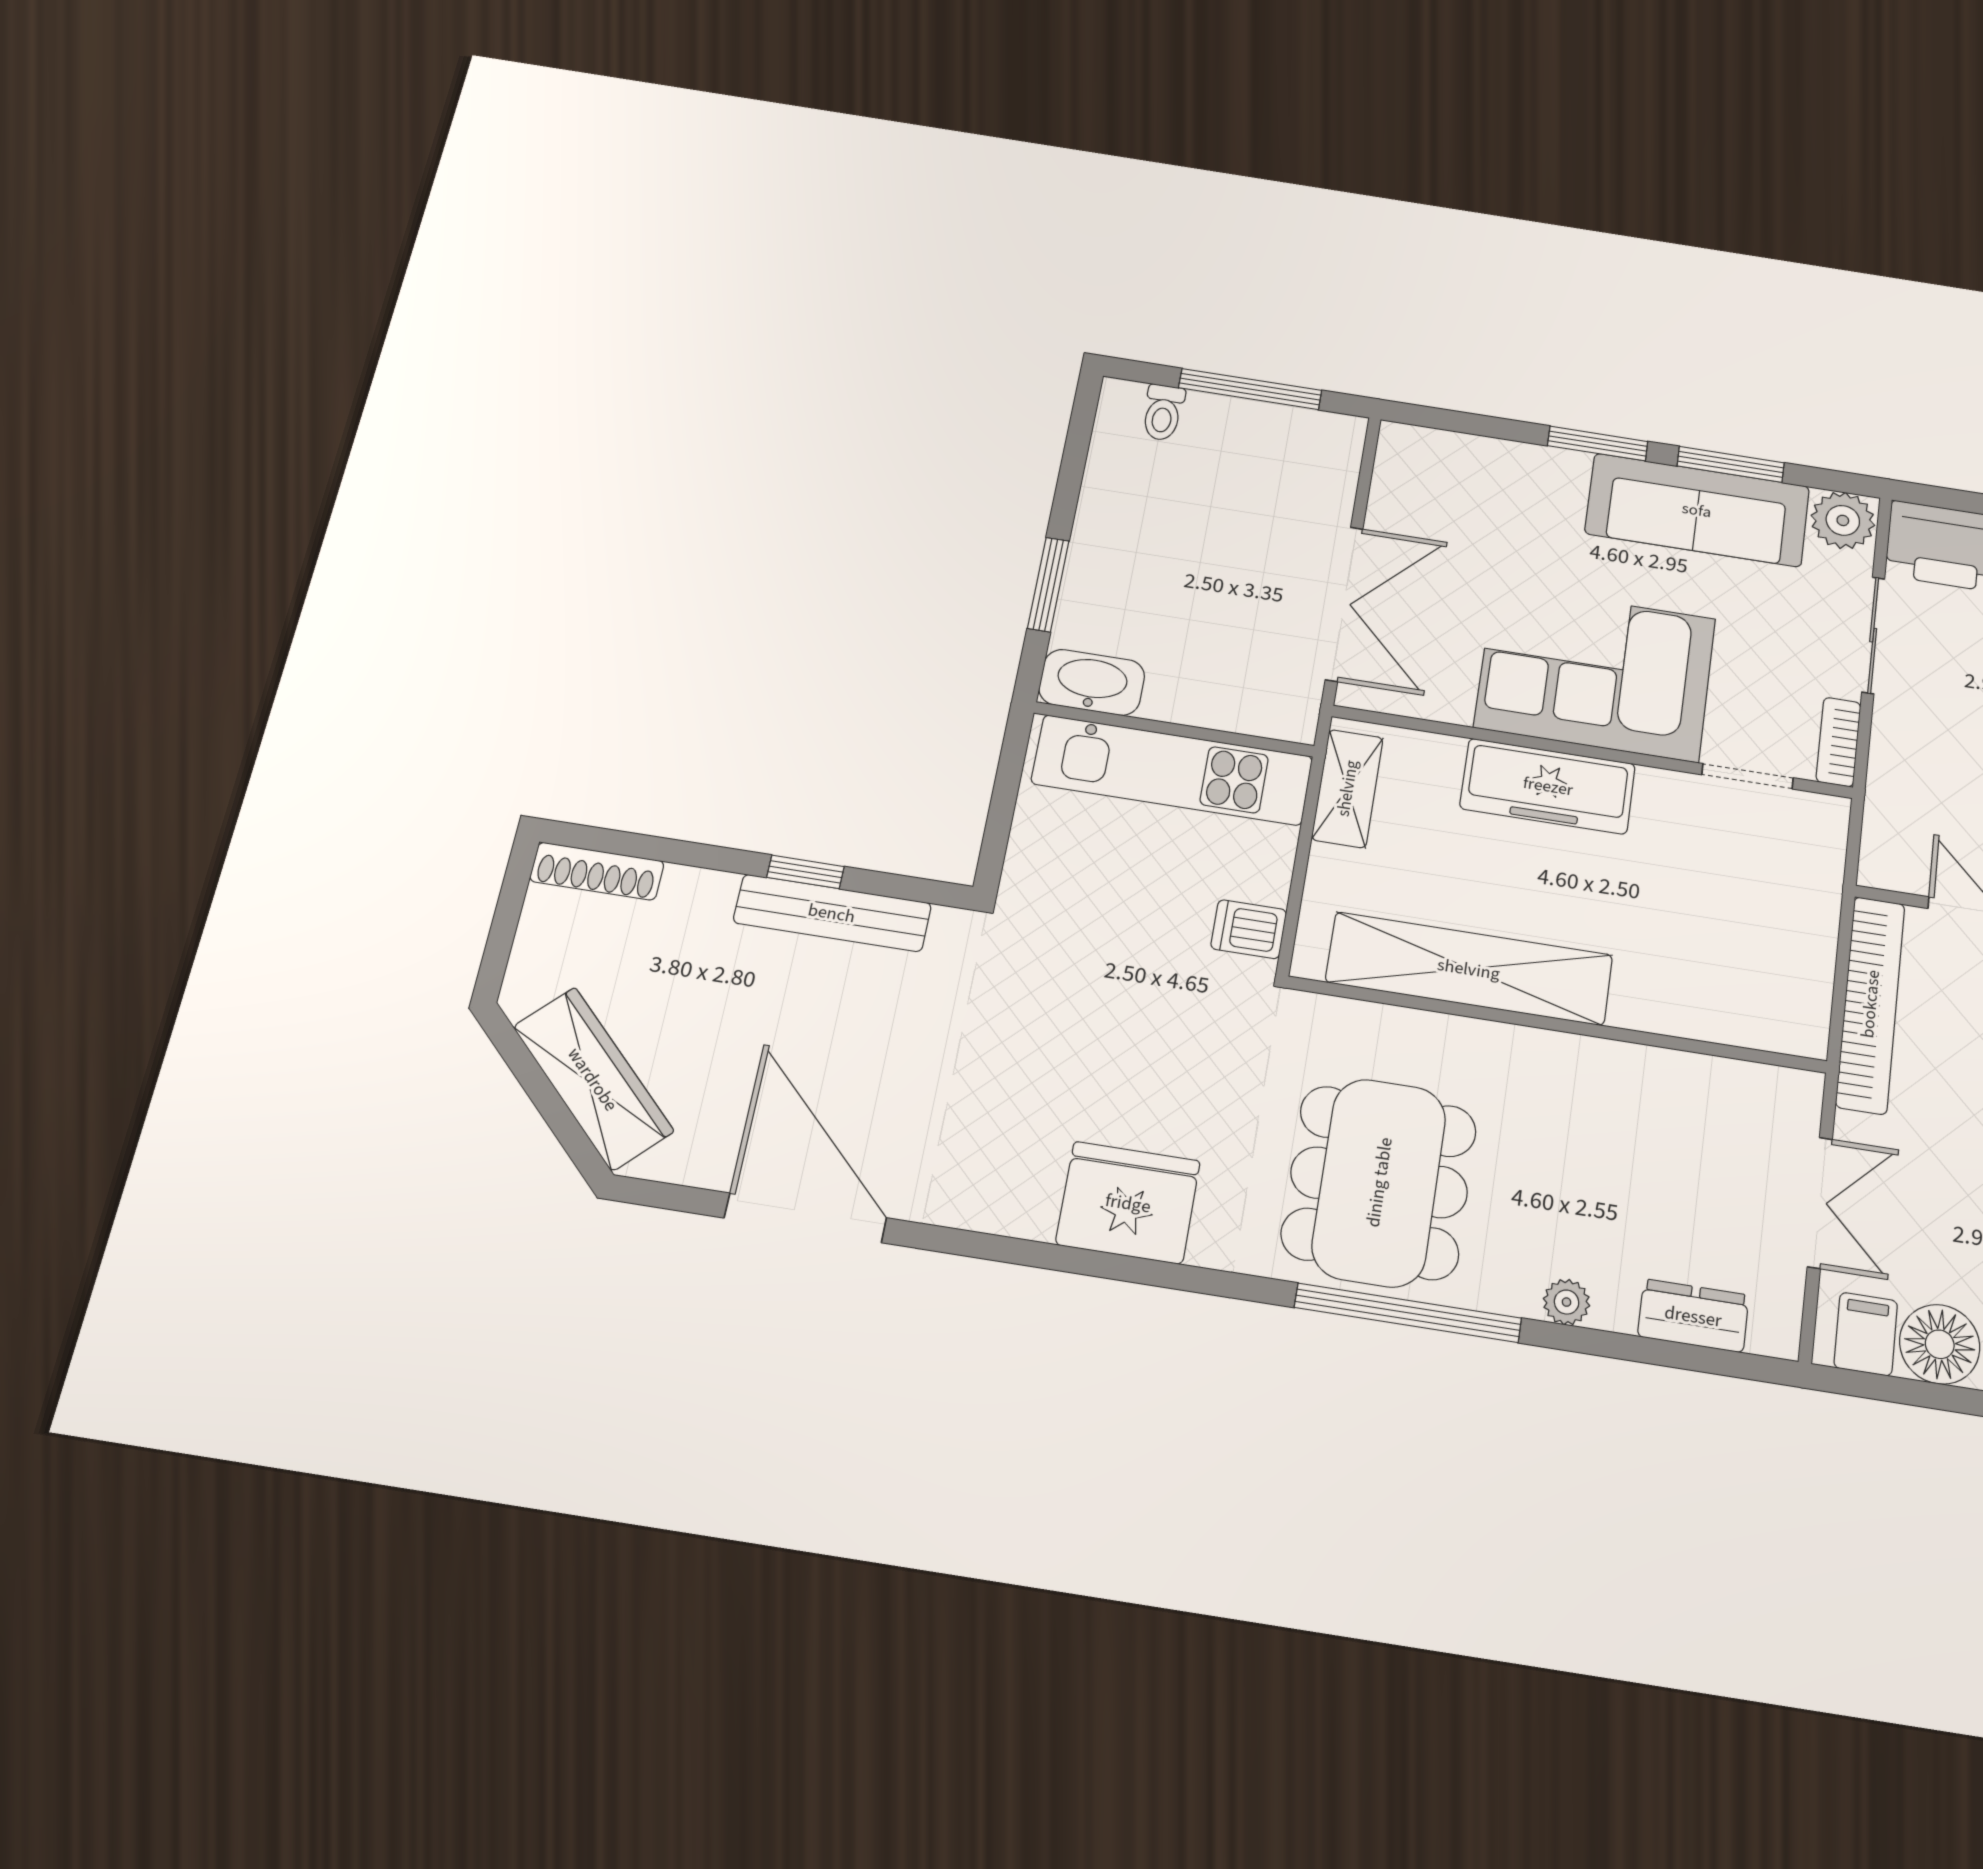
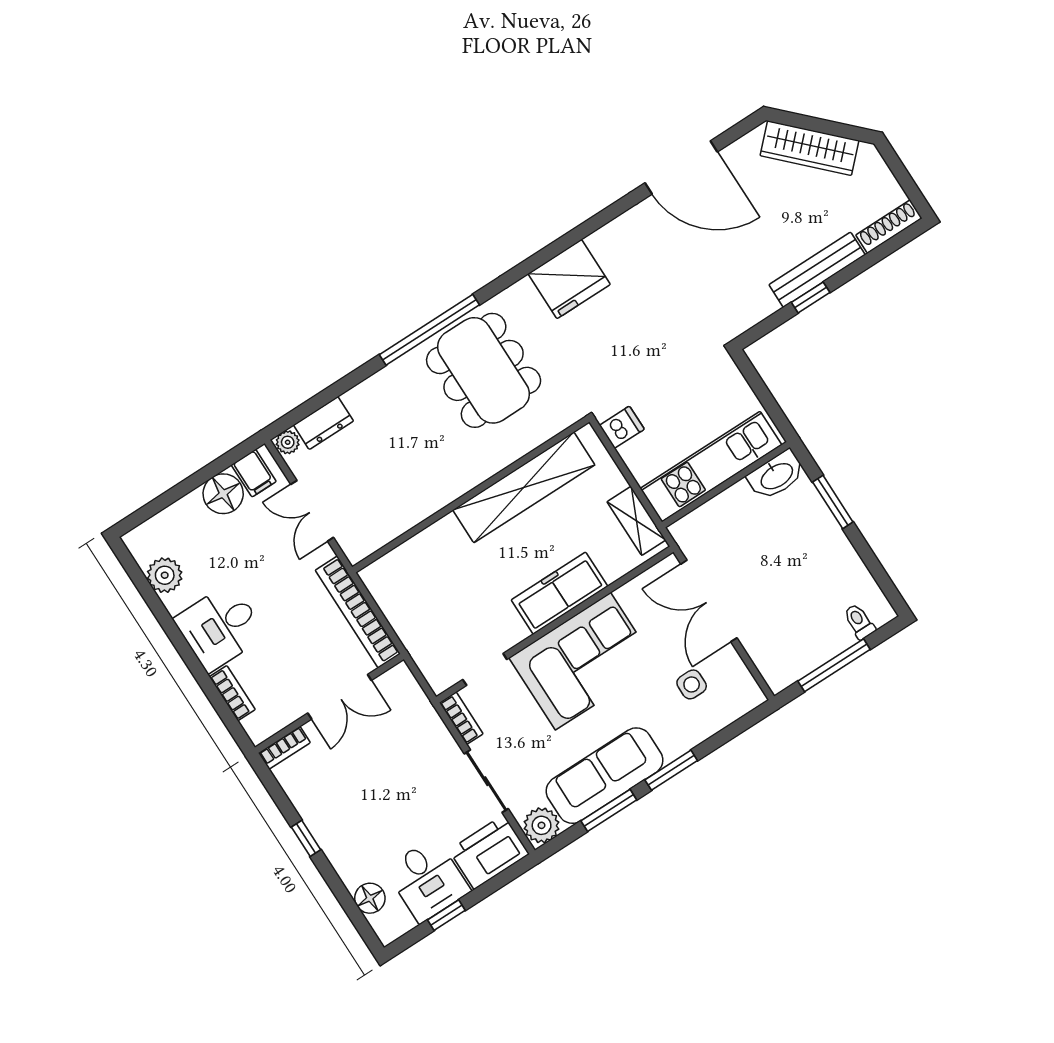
side table: (1469, 522) -> (692, 684), added
bench: (832, 913) -> (817, 270), moved
plant: (1567, 1302) -> (288, 442), moved

